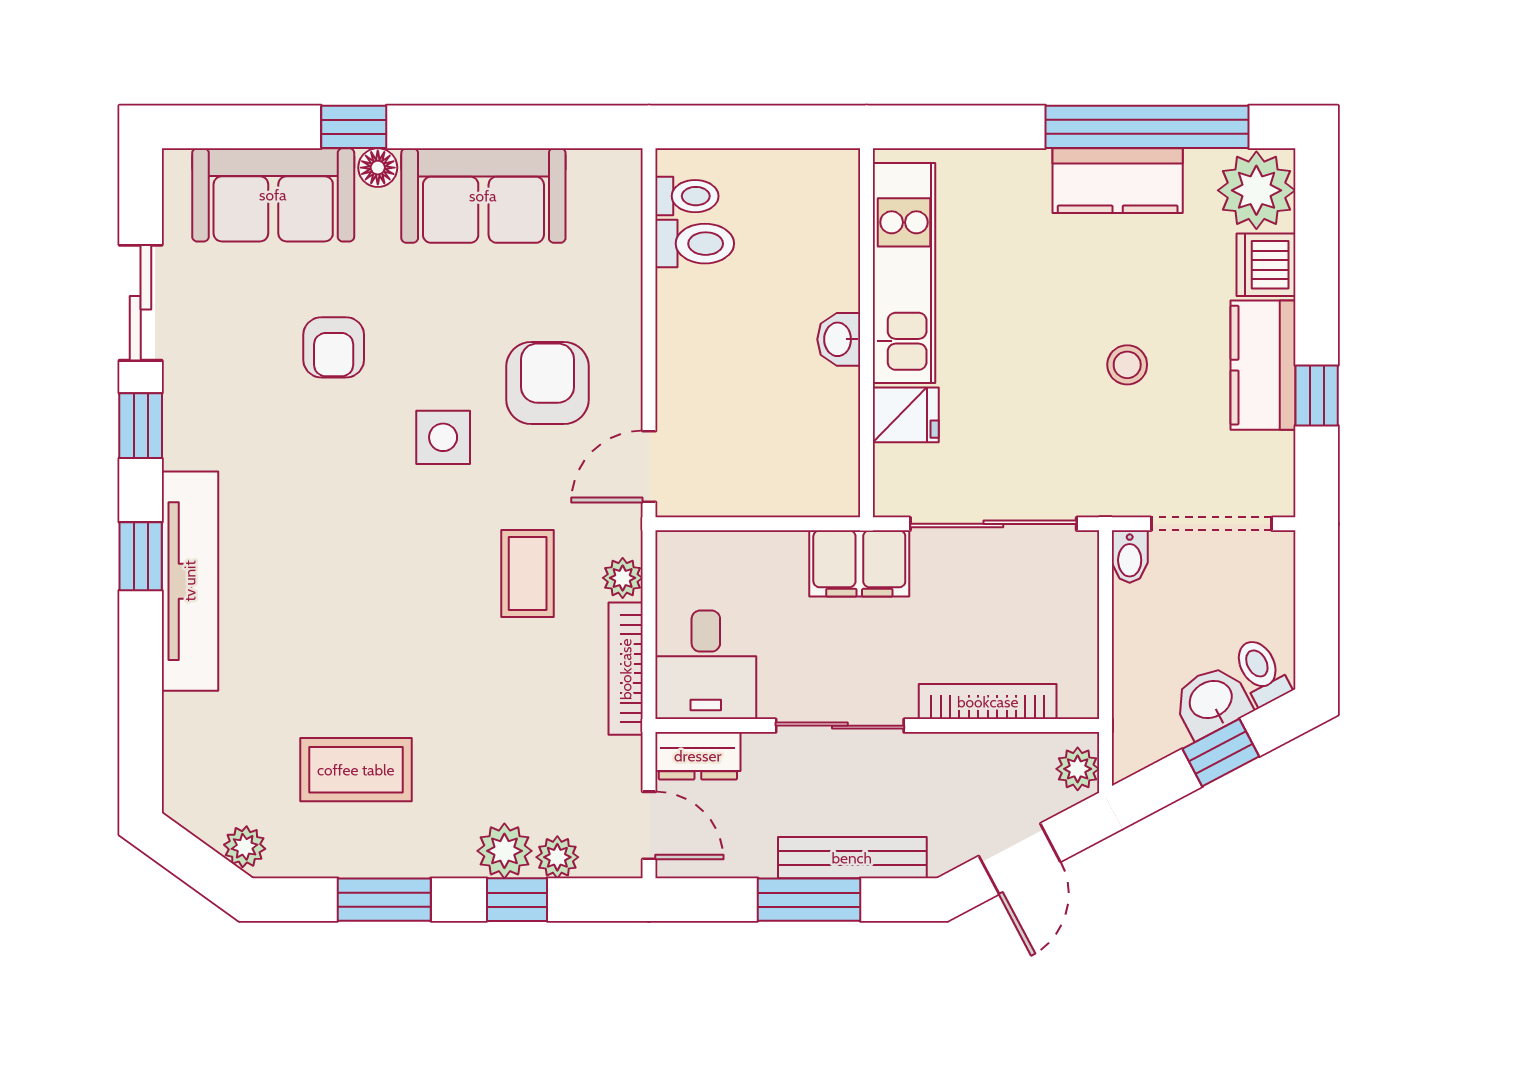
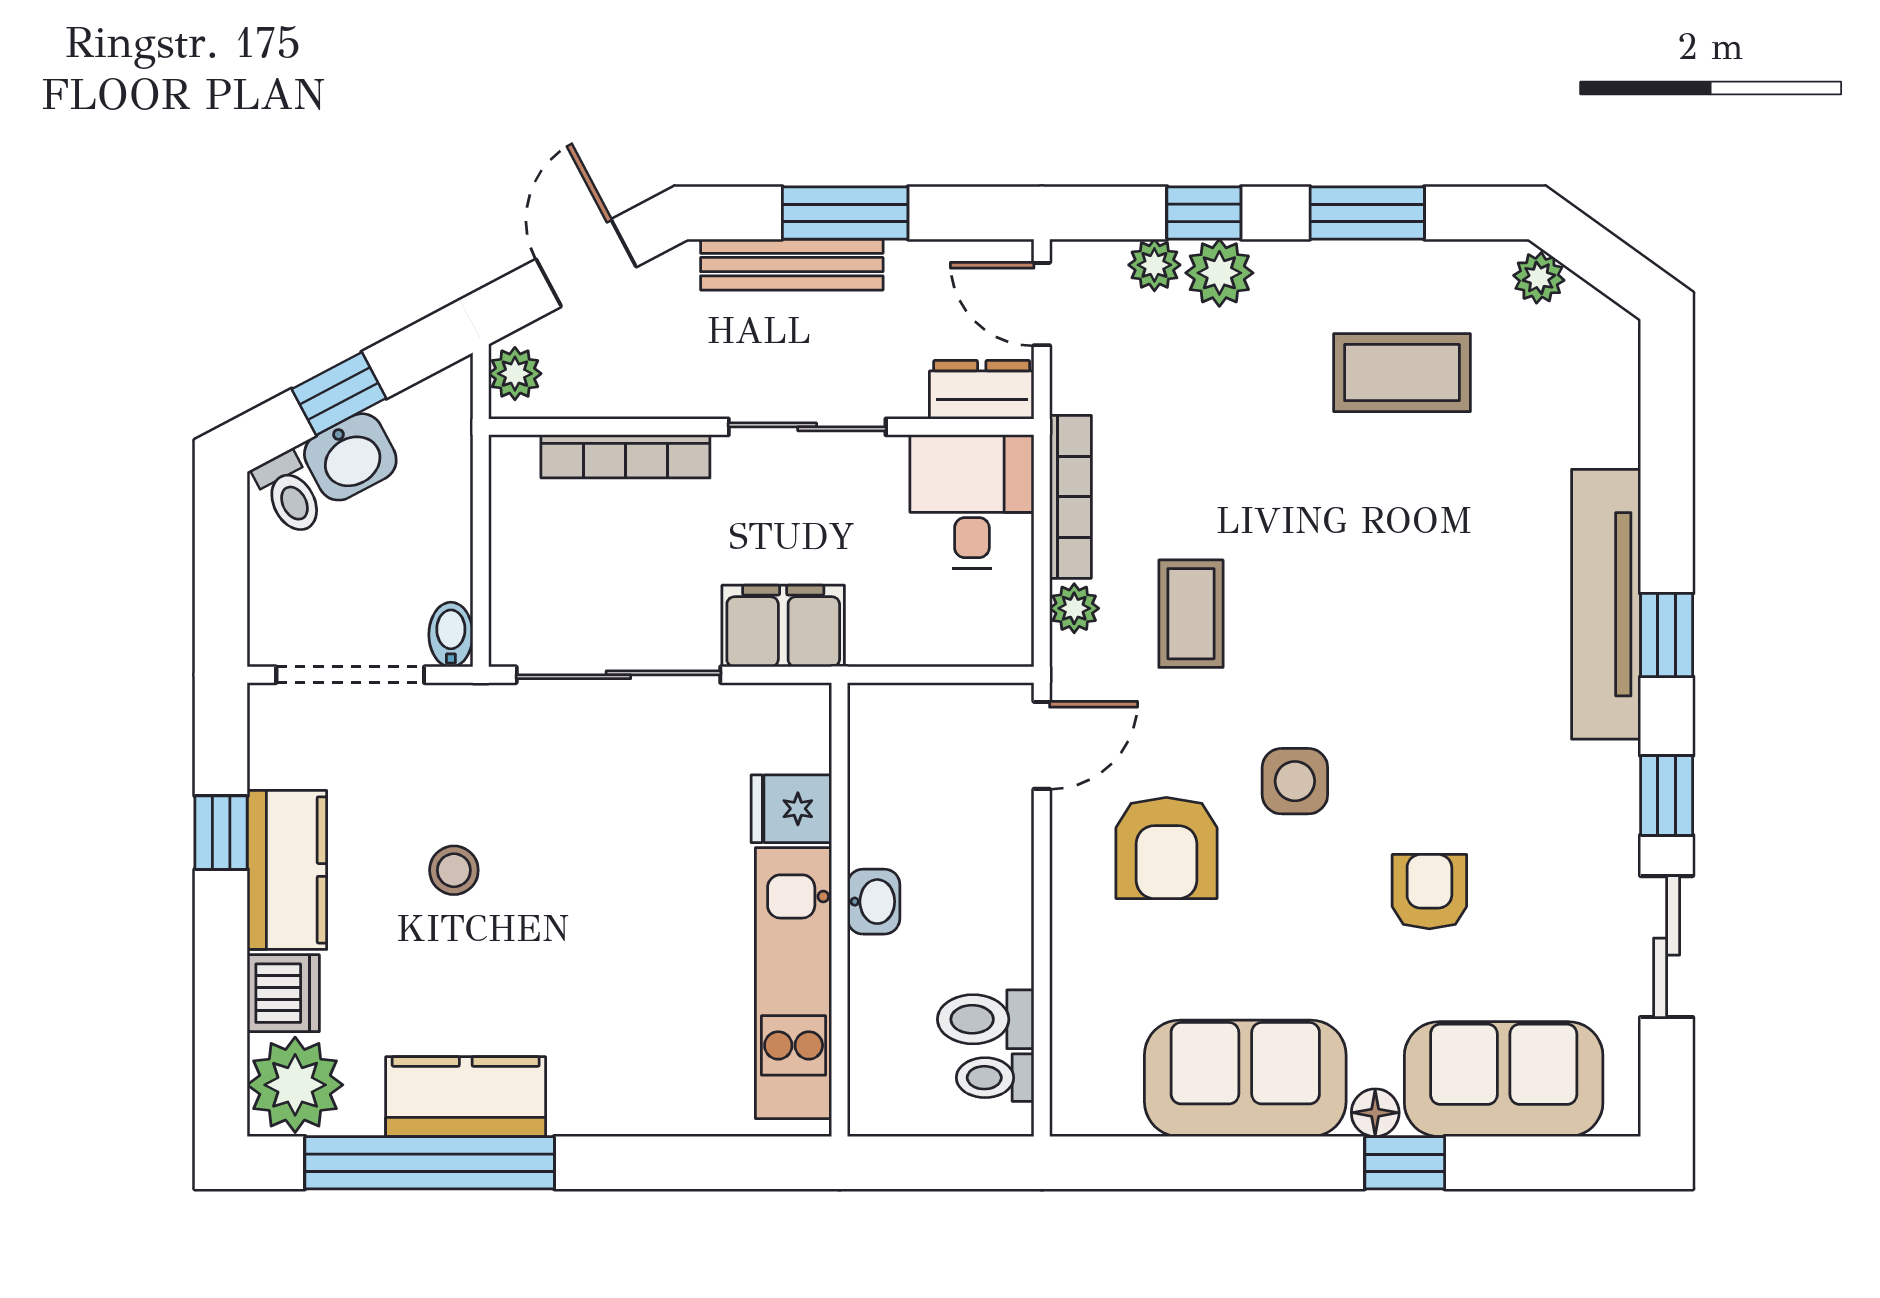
kitchen unit: (904, 273) -> (794, 983), moved
wall: (867, 333) -> (839, 910), moved
washbasin: (839, 339) -> (874, 902), moved
fridge: (906, 415) -> (791, 809), moved

